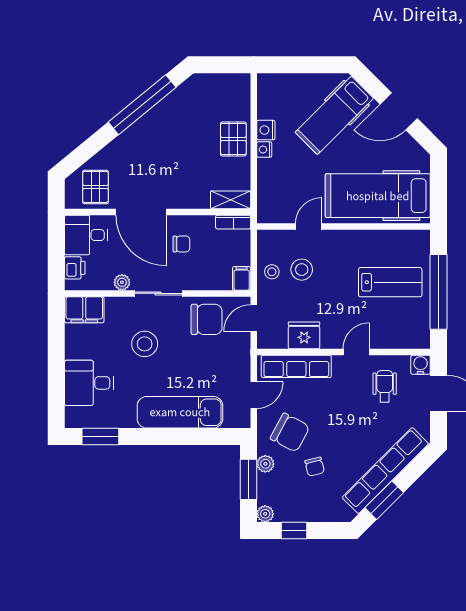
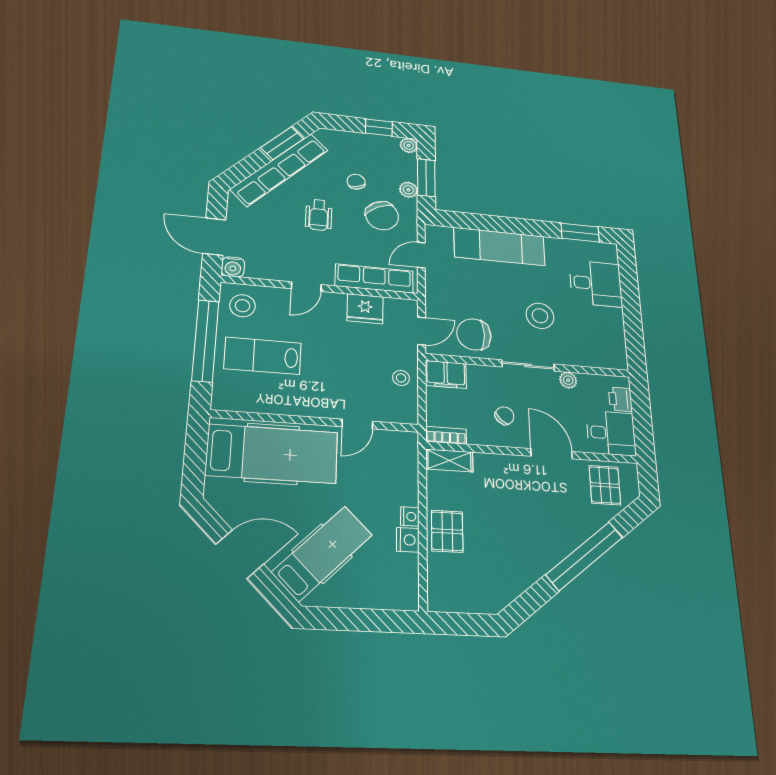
window: (142, 105) -> (584, 556), moved
door: (141, 212) -> (552, 454), width x0.73
chair: (181, 244) -> (505, 416), turned 133
stool: (302, 270) -> (242, 306), moved
filing cabinet: (242, 278) -> (446, 374), width x2.00
filing cabinet: (84, 310) -> (607, 355), removed
wheelchair: (385, 386) -> (319, 215), moved
chair: (290, 433) -> (382, 216), turned -146

